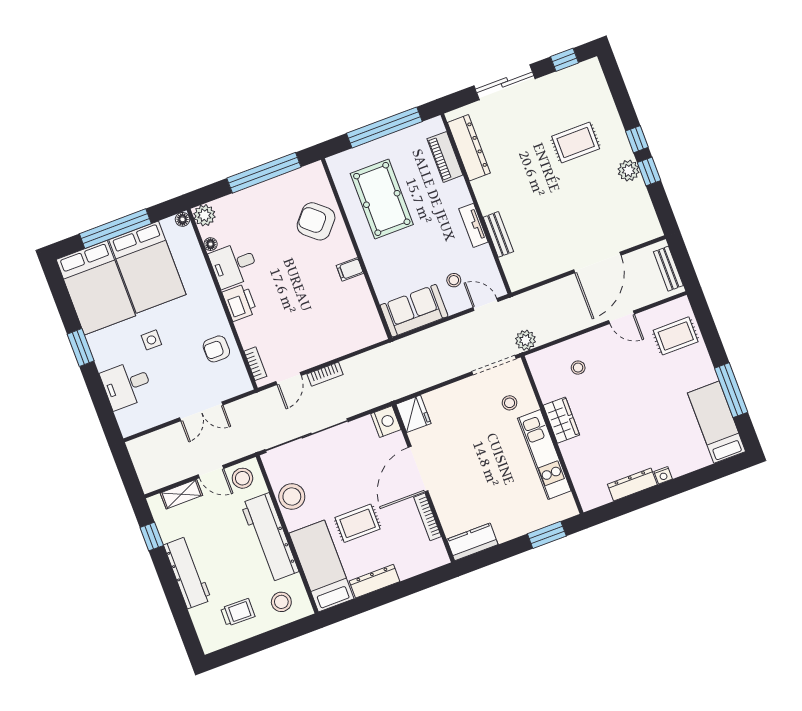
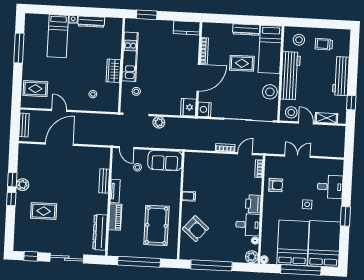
piano: (445, 157) -> (115, 217), moved
plant: (526, 340) -> (159, 122), moved
bed: (717, 422) -> (58, 36), moved

